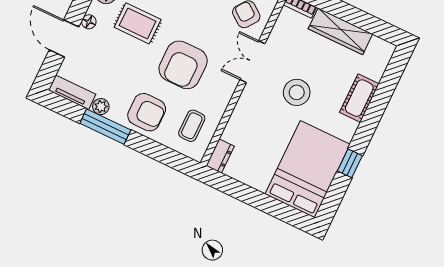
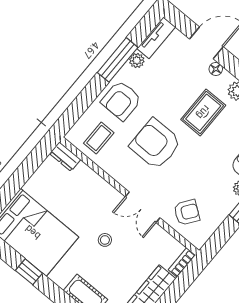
double door: (253, 62) -> (143, 207), swing flipped
stool: (297, 92) -> (105, 240), width x0.53, depth x0.53
coffee table: (192, 126) -> (99, 138), turned 90

